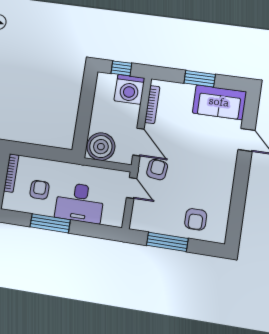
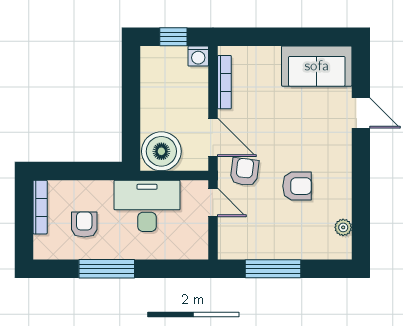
window: (200, 79) -> (285, 37), removed
washing machine: (129, 89) -> (198, 56), width x0.53, depth x0.53
desk: (80, 203) -> (147, 206), moved, turned 180
armchair: (196, 219) -> (297, 186), moved, turned -90
plant: (222, 220) -> (343, 227), added

